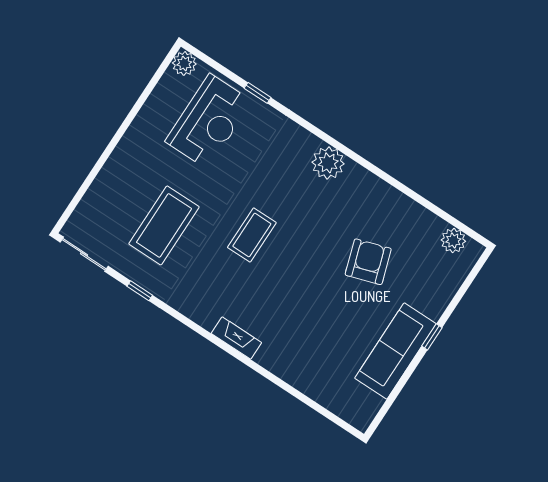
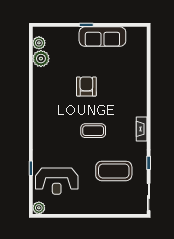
reception desk: (209, 121) -> (57, 181), turned 180
plant: (328, 163) -> (41, 59), moved
armchair: (368, 262) -> (86, 87), moved, turned 108
fireplace: (236, 338) -> (142, 129), moved

